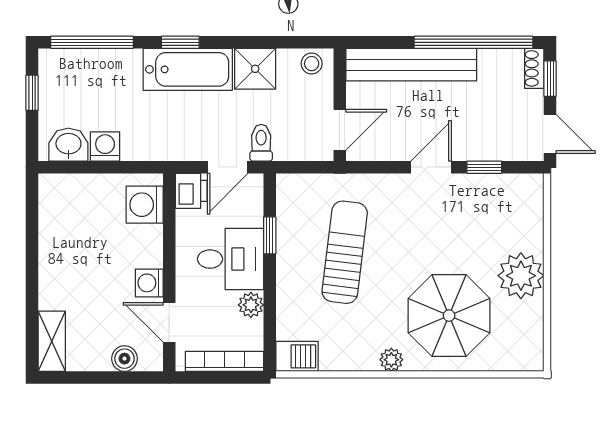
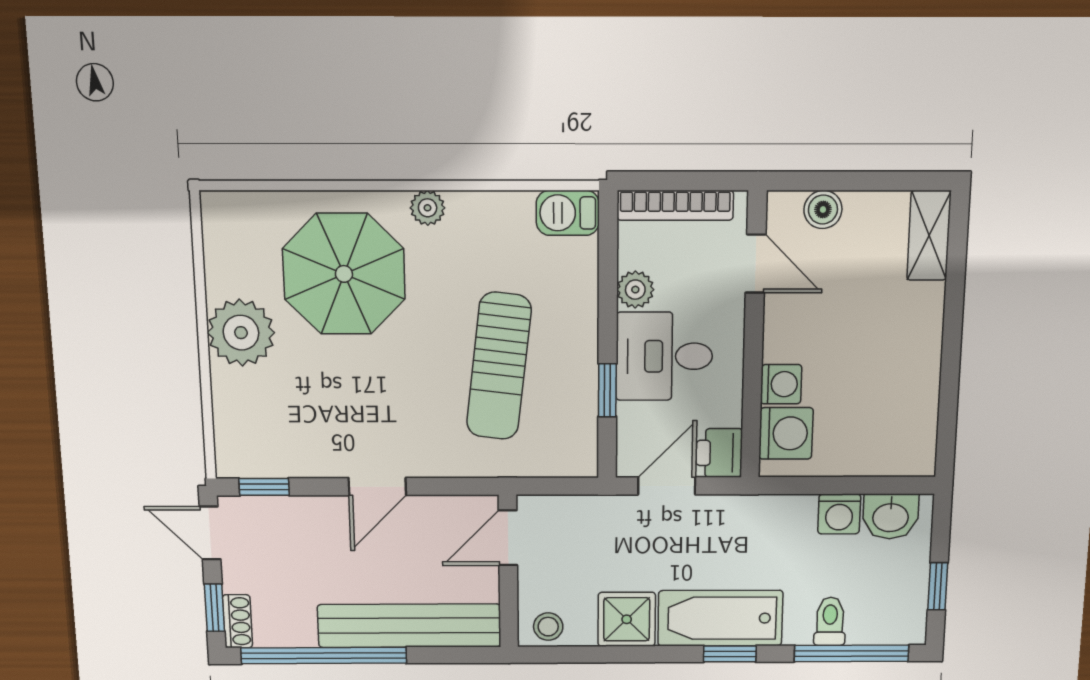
toilet: (261, 143) -> (830, 621), moved, turned 180
window: (484, 167) -> (264, 487), moved
washing machine: (149, 283) -> (781, 384), moved

